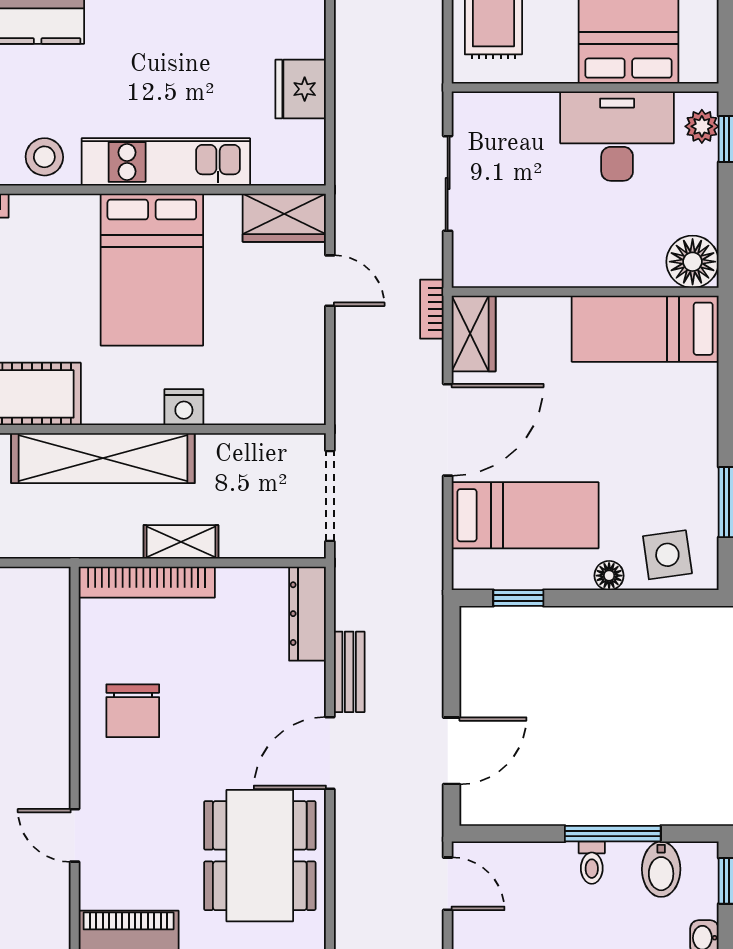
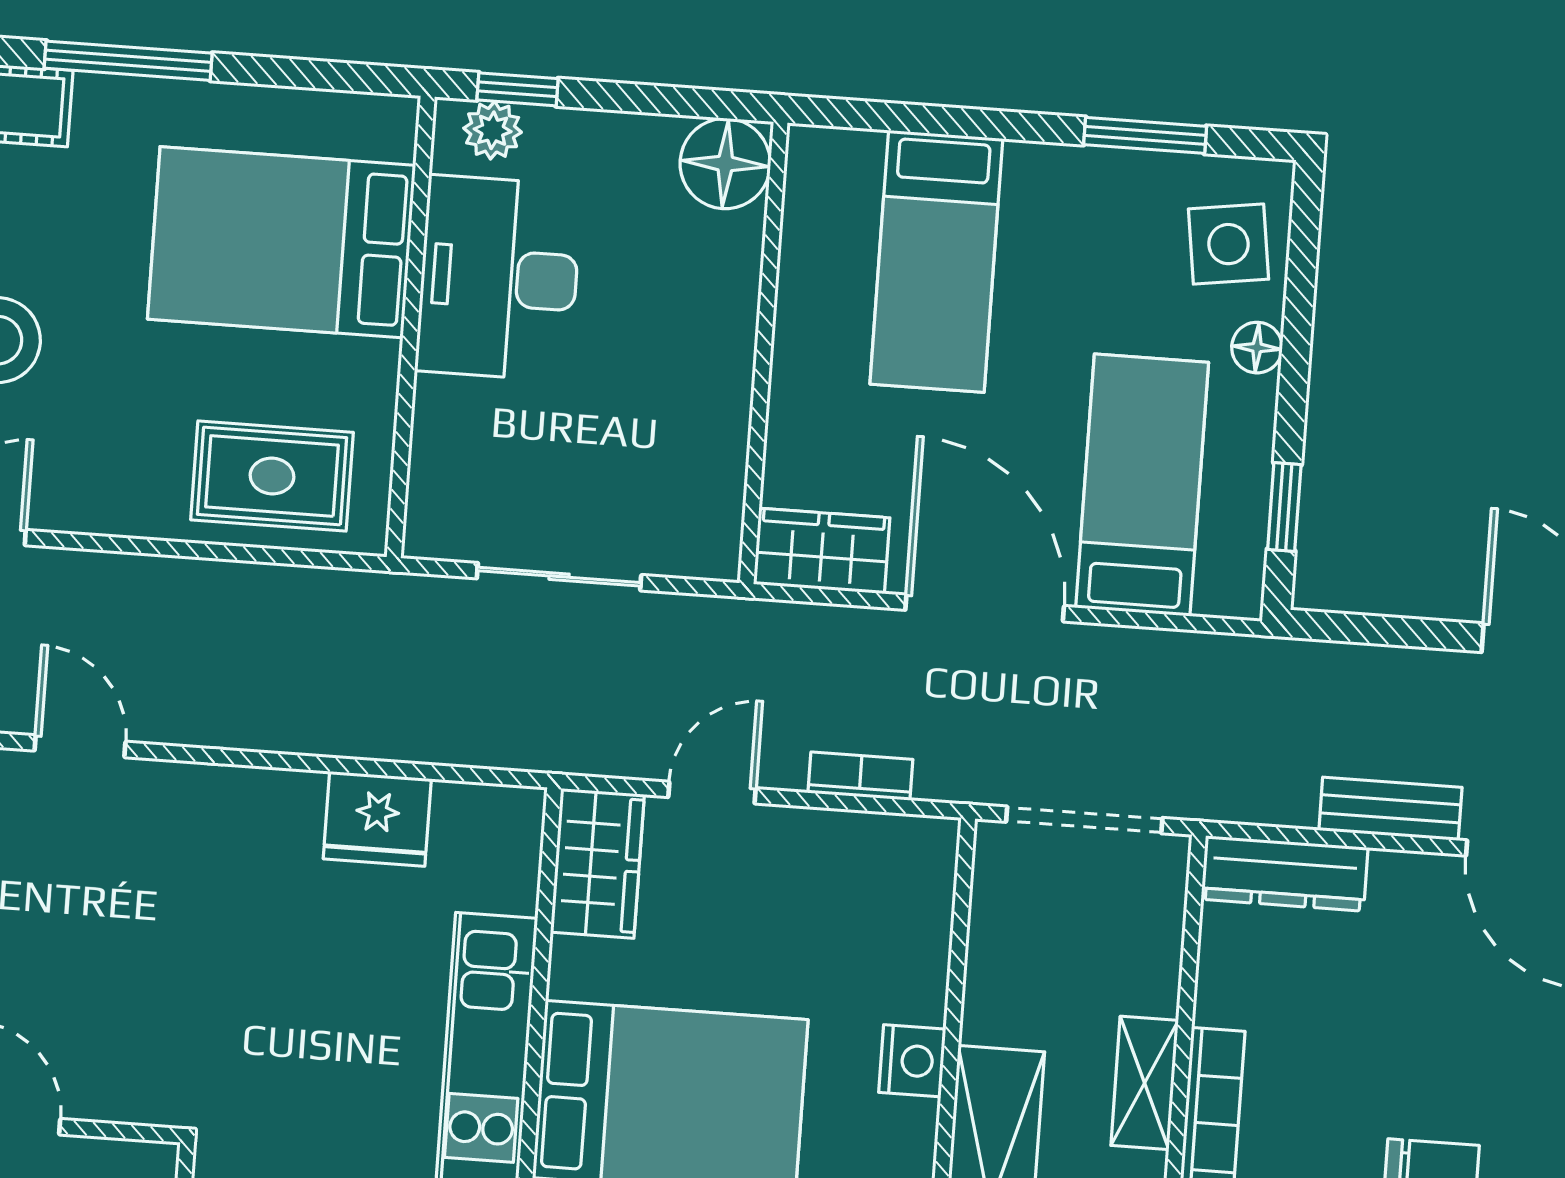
bookcase: (432, 309) -> (860, 776), moved, turned 180
bed: (645, 329) -> (936, 261), moved

